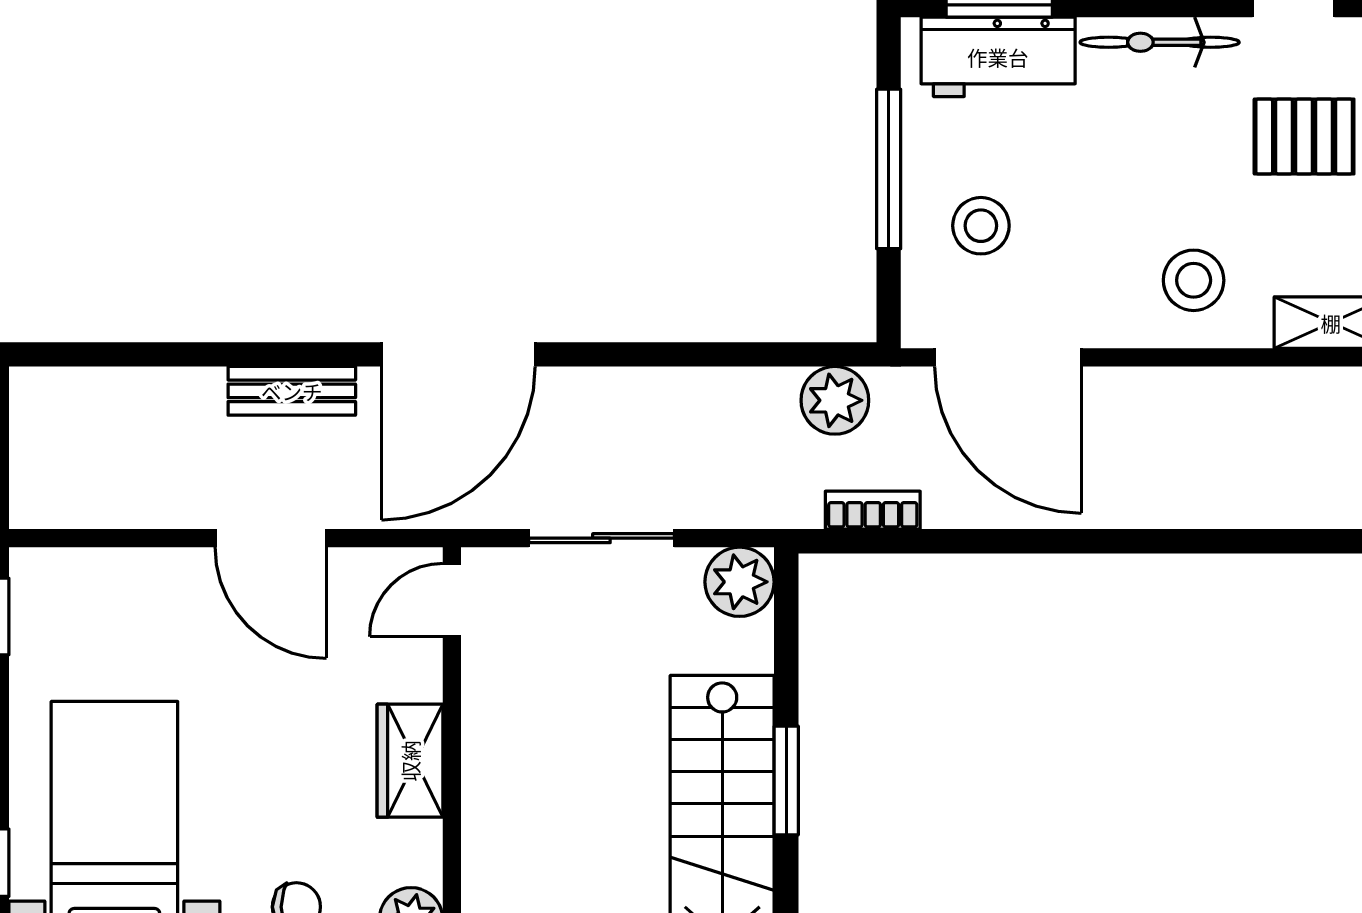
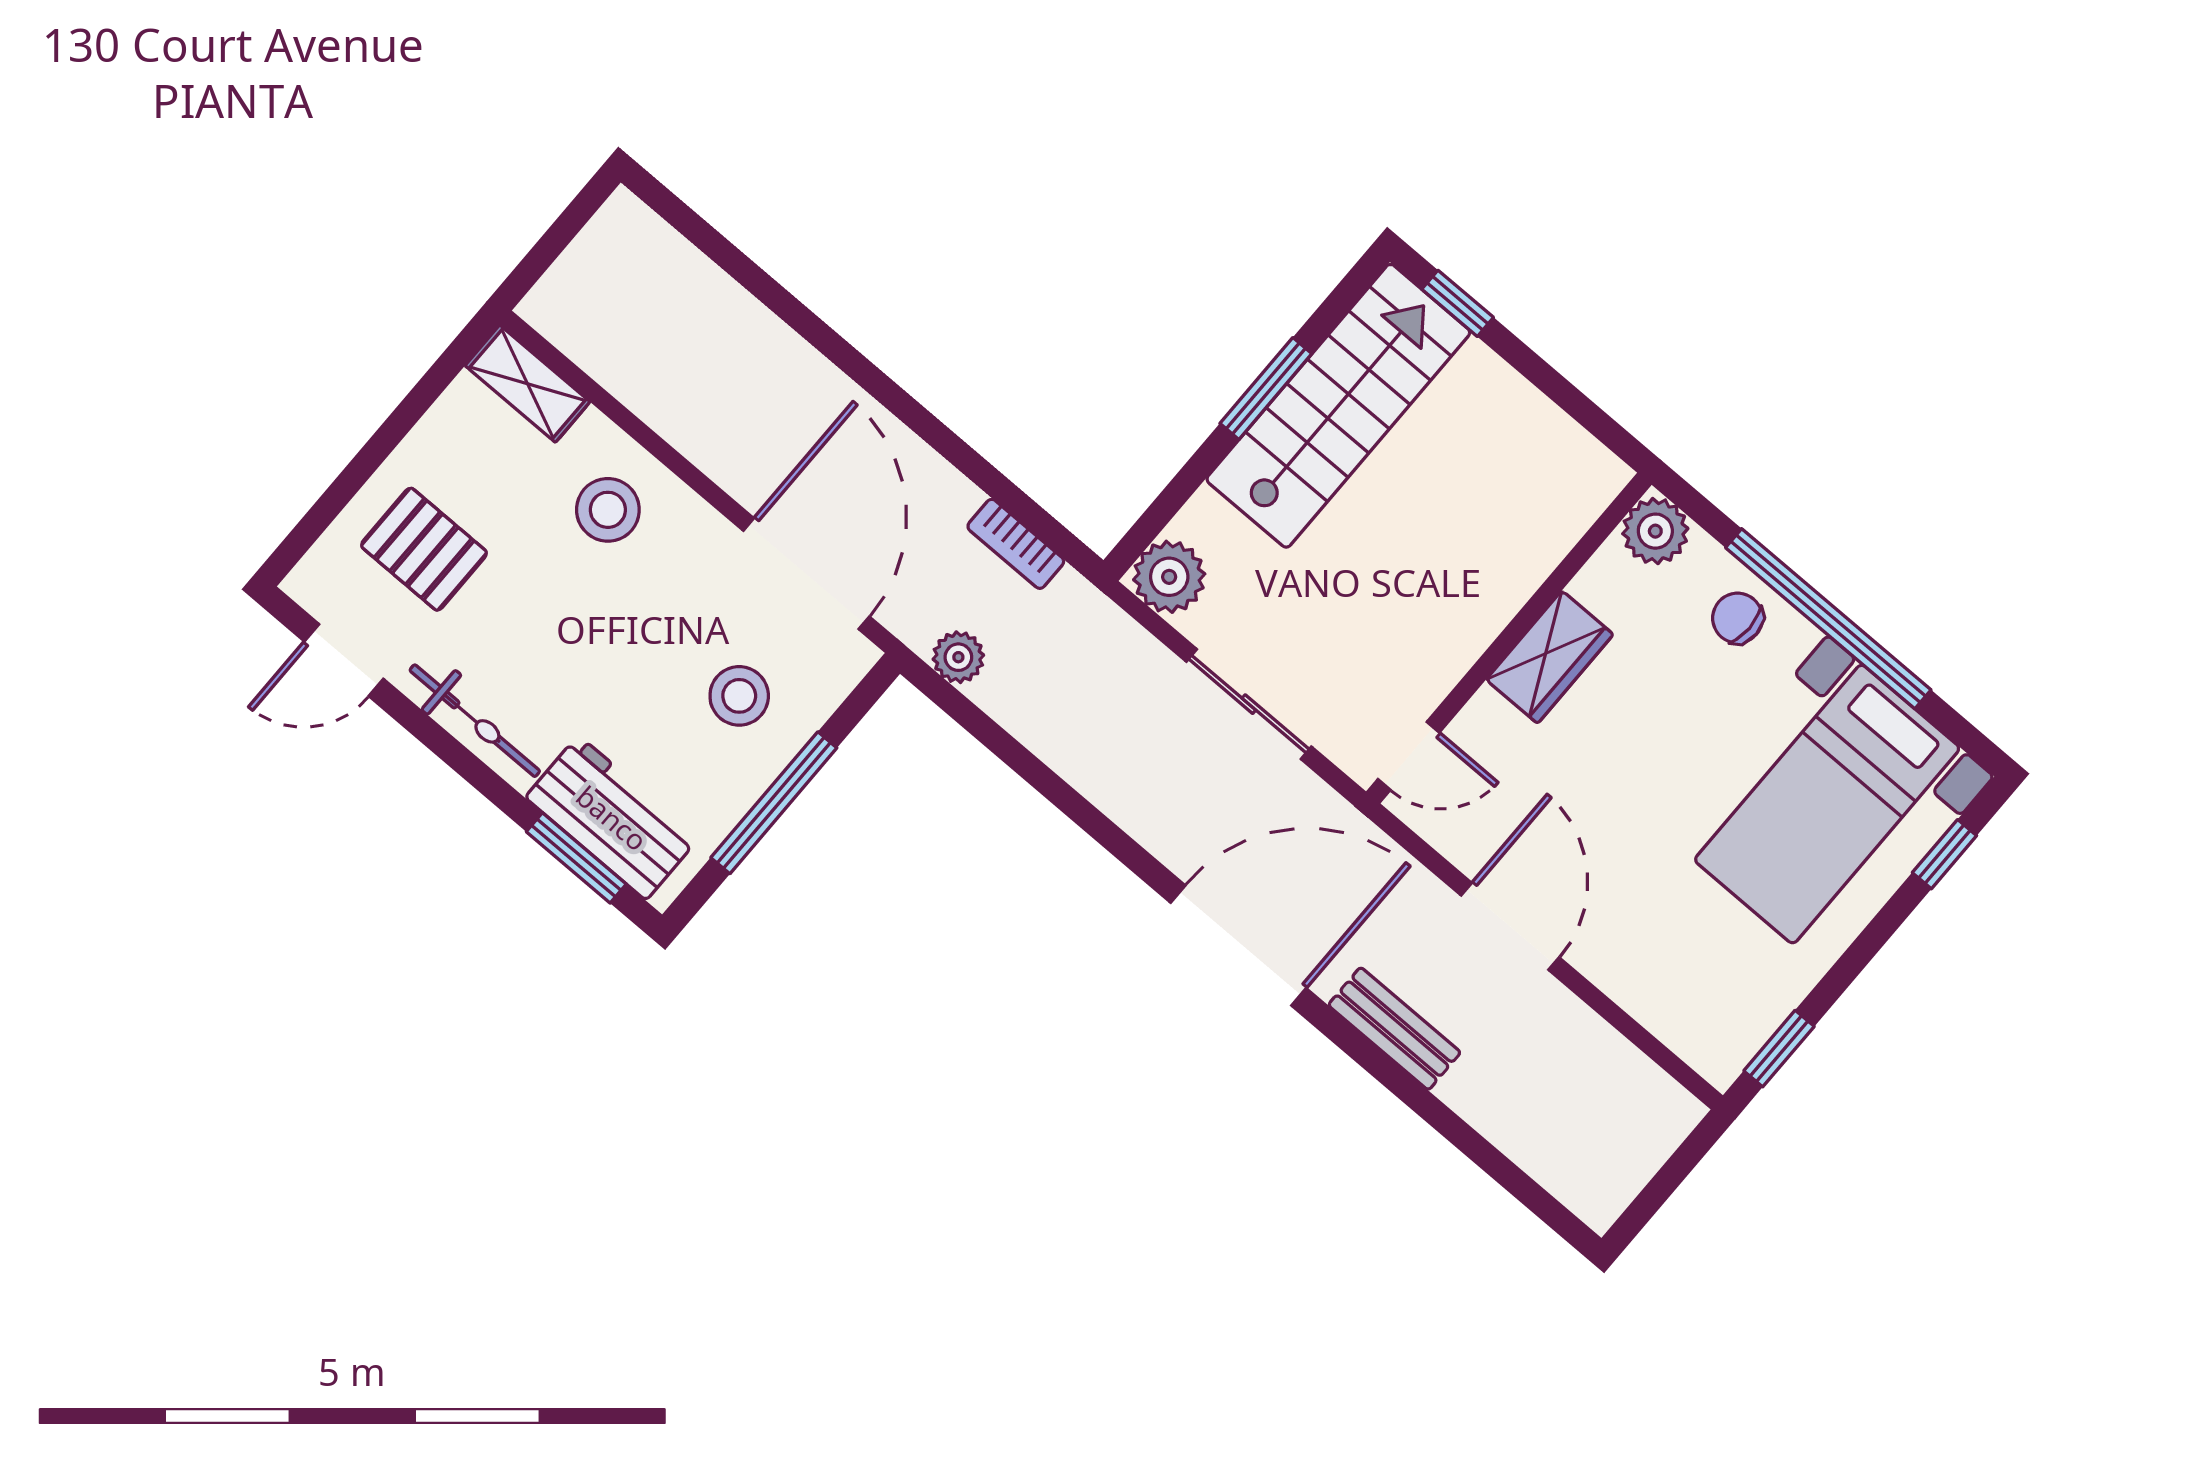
plant: (835, 400) -> (958, 657), width x0.73, depth x0.73

